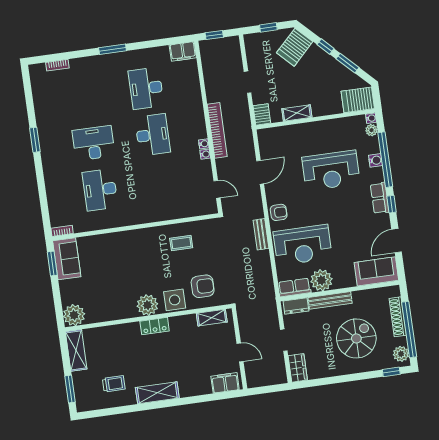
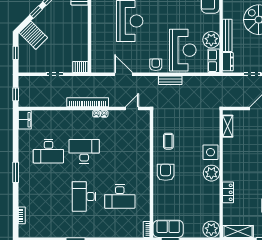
shelving: (297, 113) -> (83, 41), removed
armchair: (203, 286) -> (166, 172), moved
locker: (155, 326) -> (228, 192), moved

